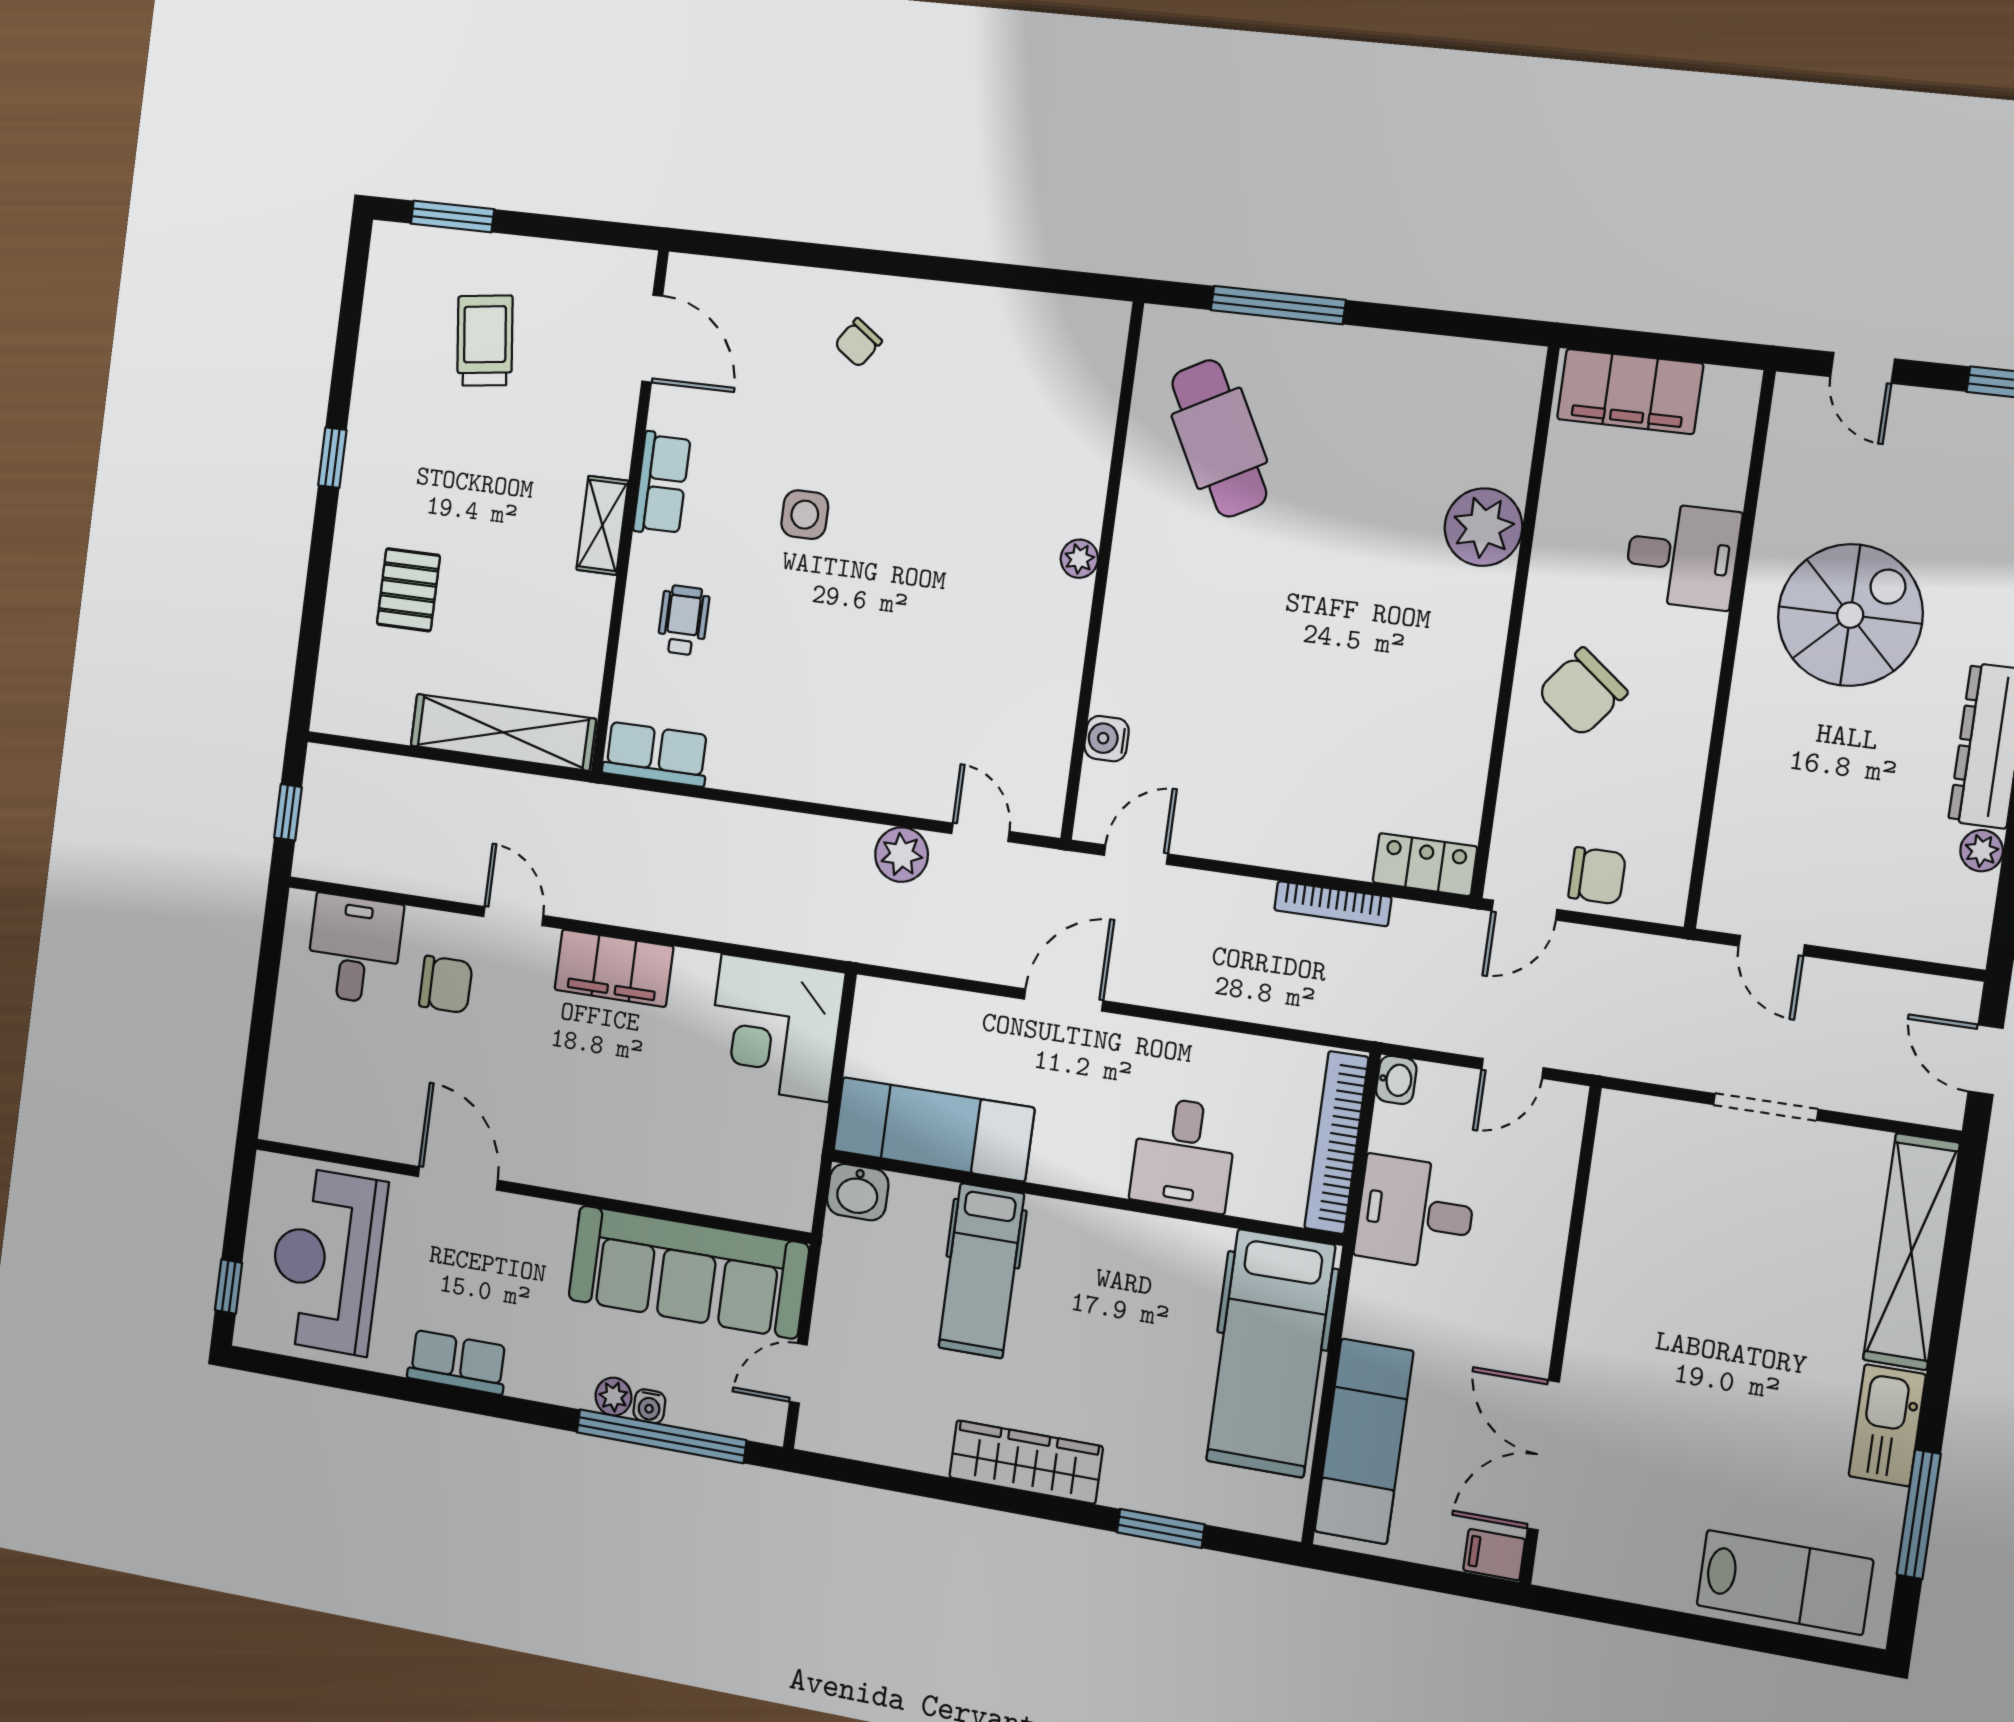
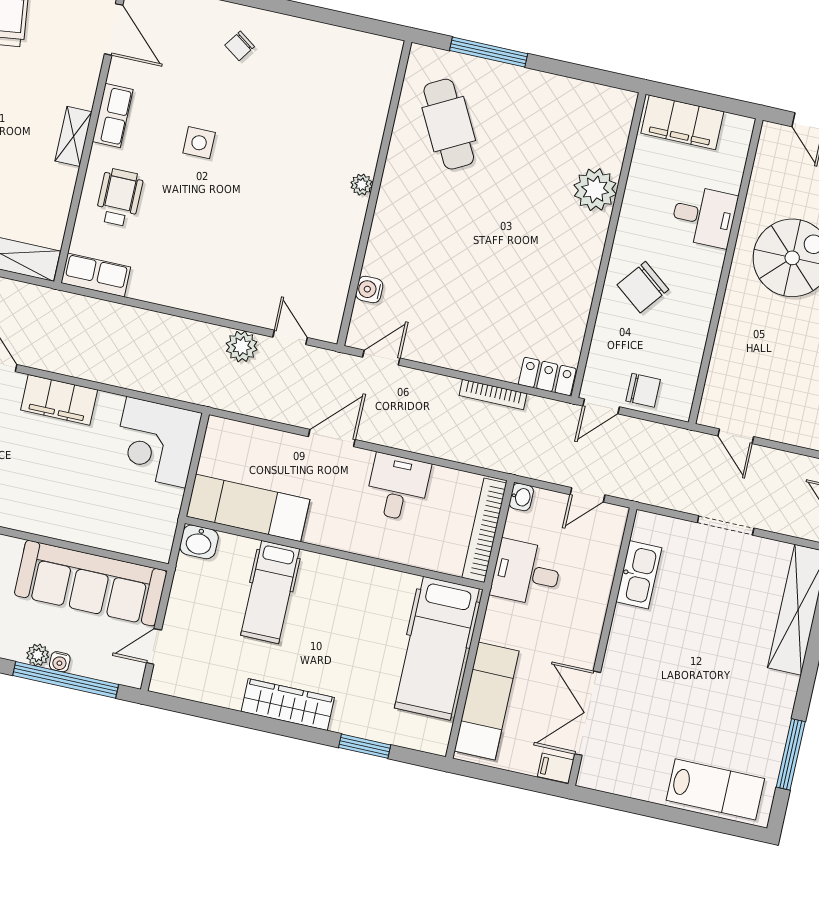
wheelchair: (683, 620) -> (119, 197), width x1.36, depth x1.37
desk: (1184, 1154) -> (398, 487), moved, turned 180
kitchen sink: (1887, 1425) -> (639, 575), moved, turned 180

